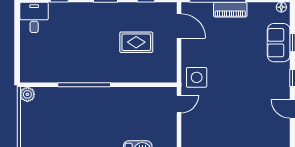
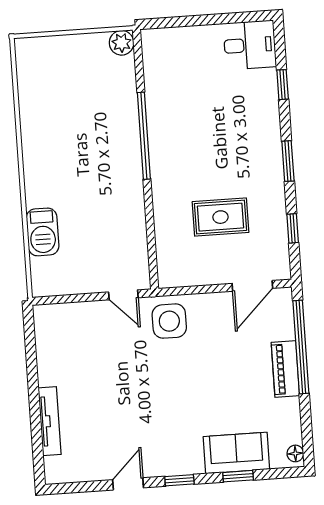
rug: (136, 42) -> (220, 217), turned 90

